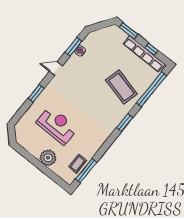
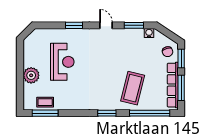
chair: (115, 37) -> (168, 52), added
window: (151, 49) -> (181, 88), width x2.17
water cooler: (80, 51) -> (149, 33), moved

